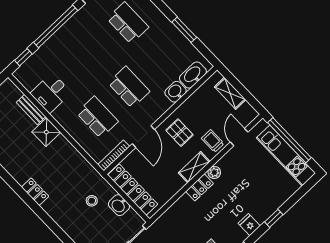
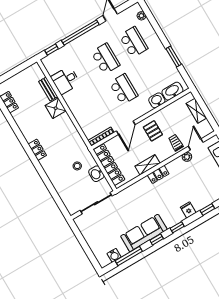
school desk: (97, 117) -> (105, 59), moved
shelving: (194, 167) -> (147, 165), moved
plant: (214, 172) -> (187, 157), moved

